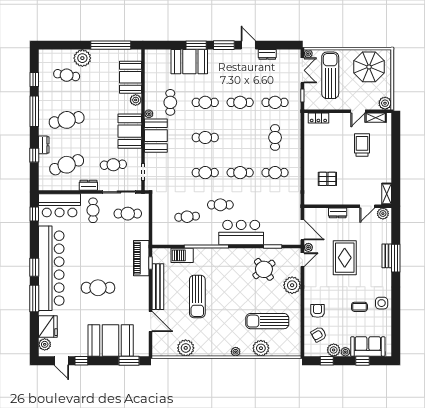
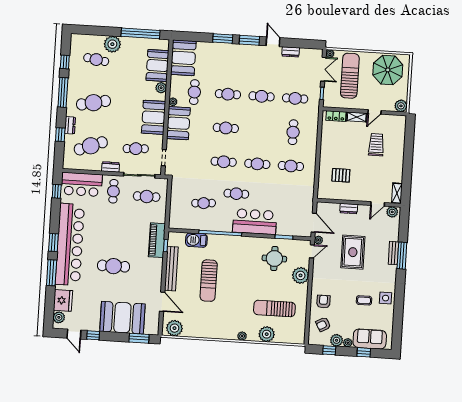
booth: (189, 62) -> (183, 58), moved, turned 90
shelving: (376, 118) -> (357, 117), moved
round table: (264, 269) -> (274, 258), turned 38
plant: (186, 348) -> (174, 328), moved

